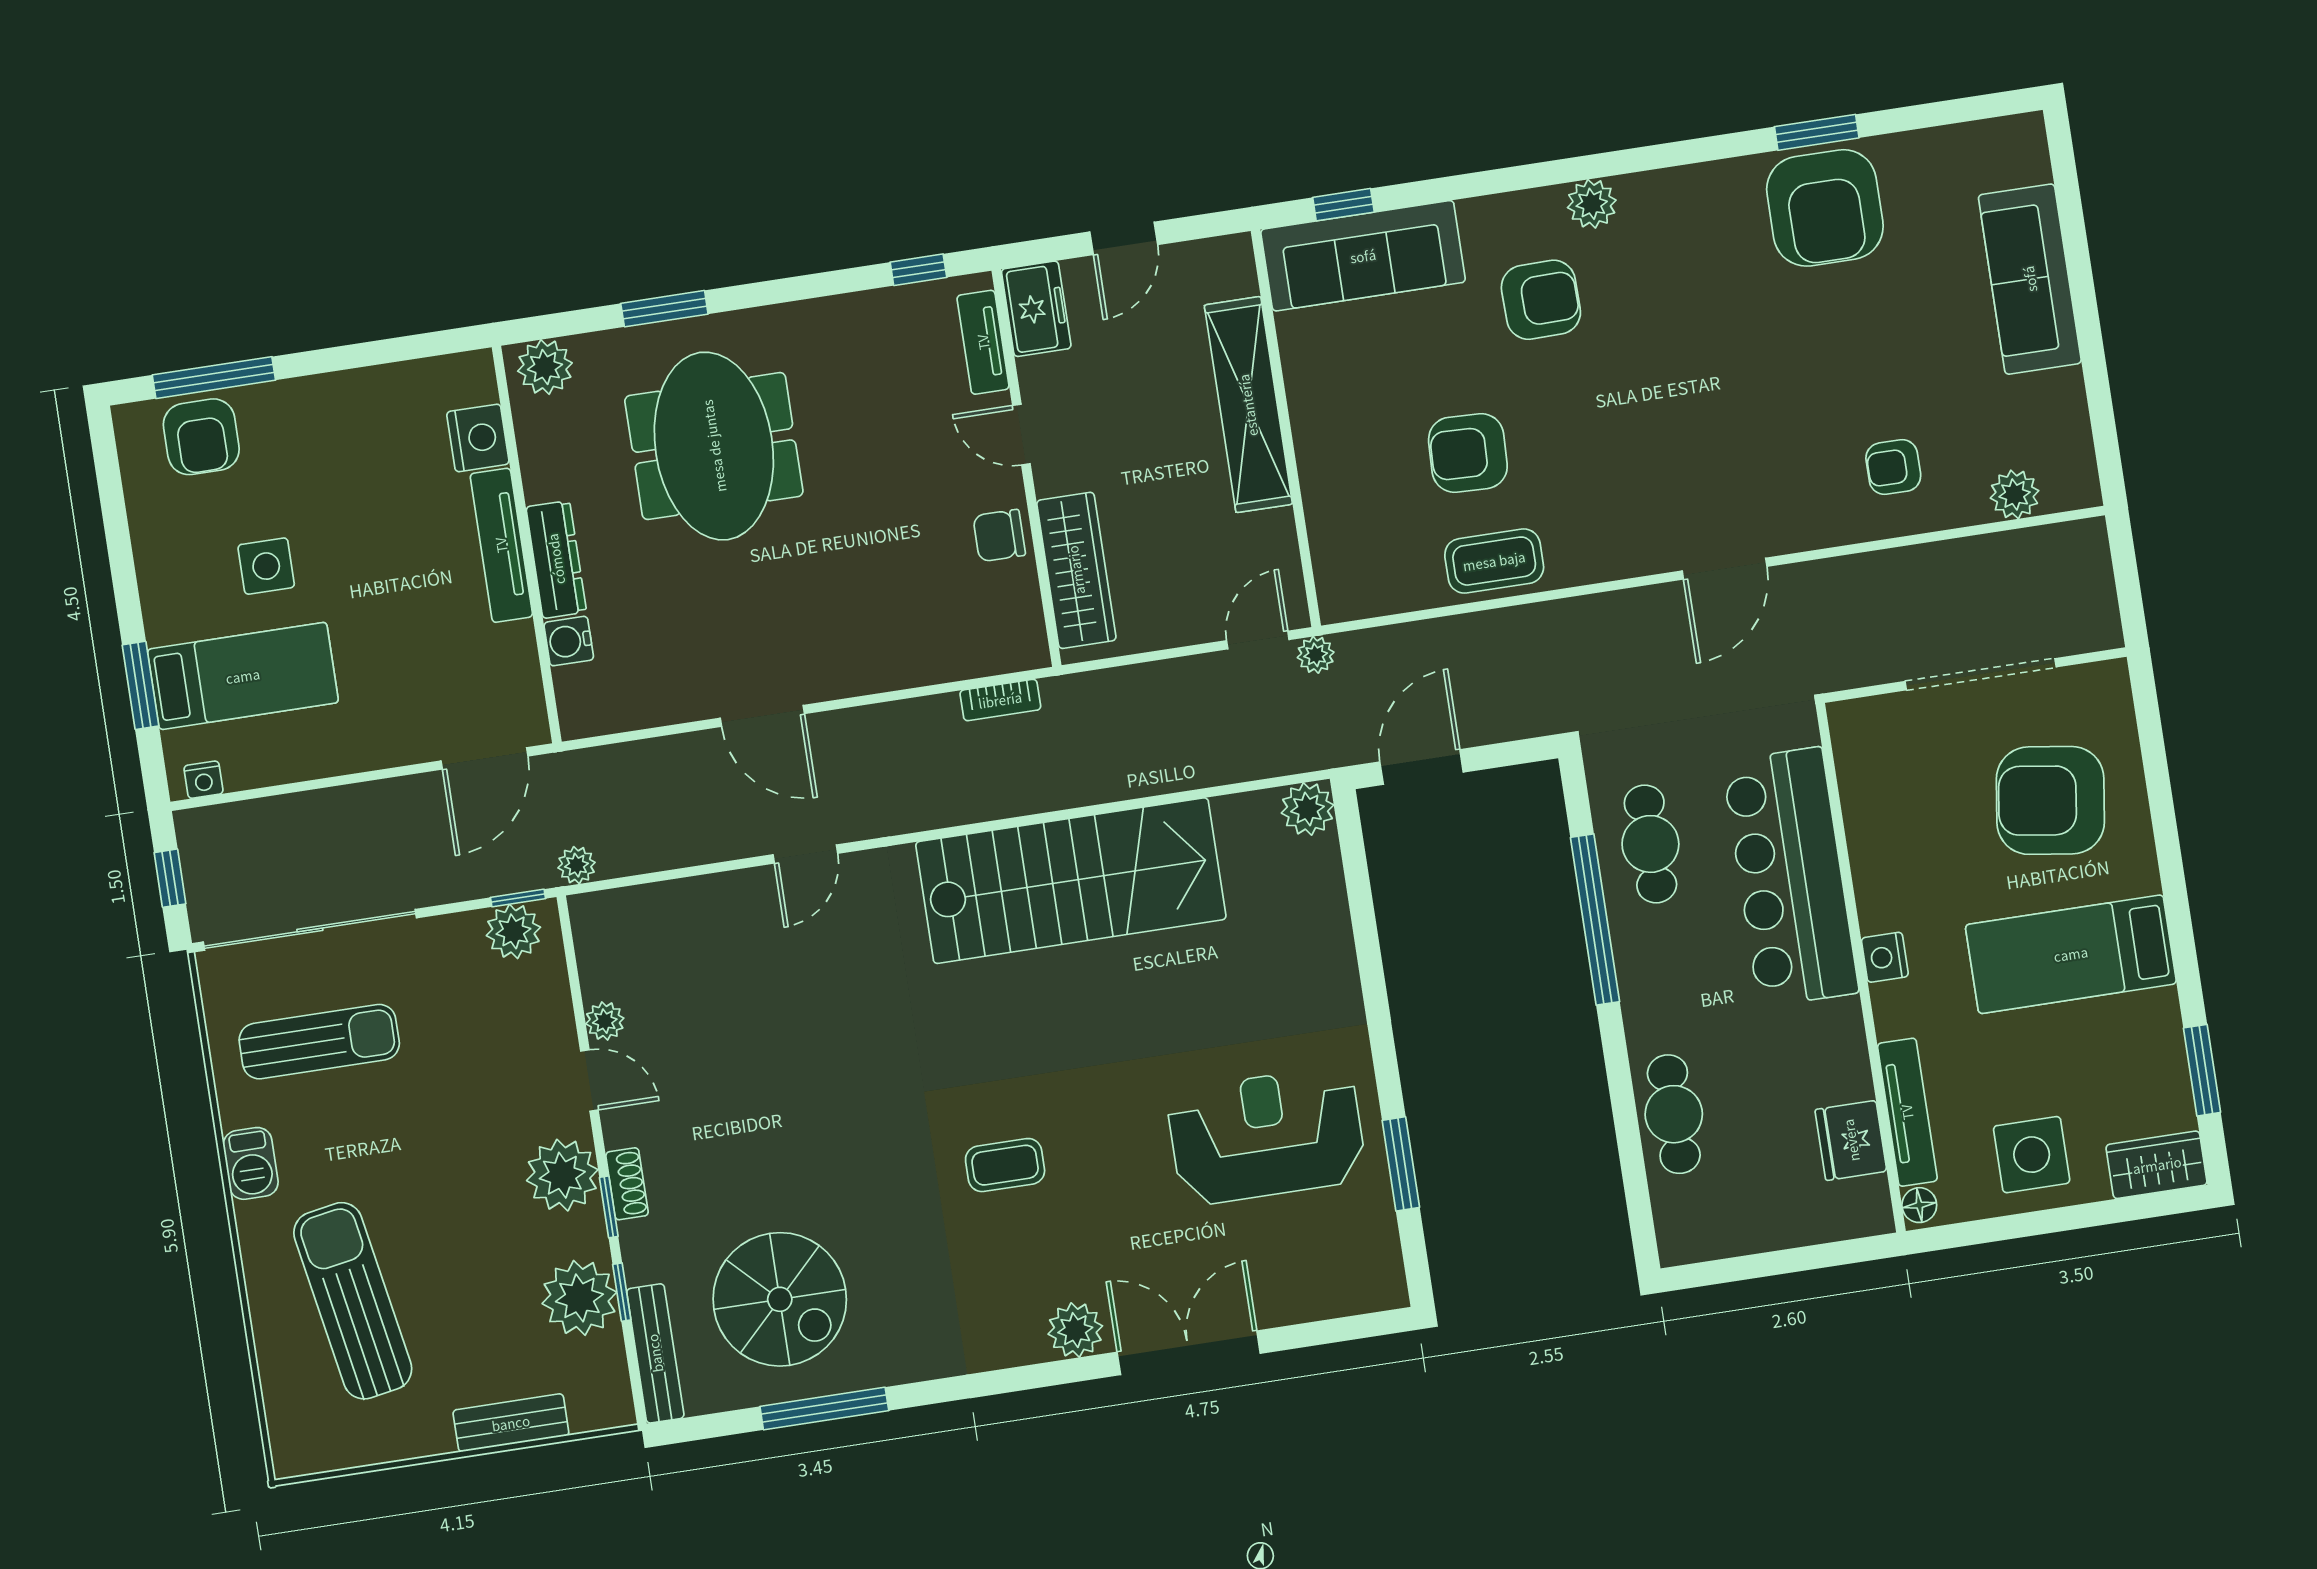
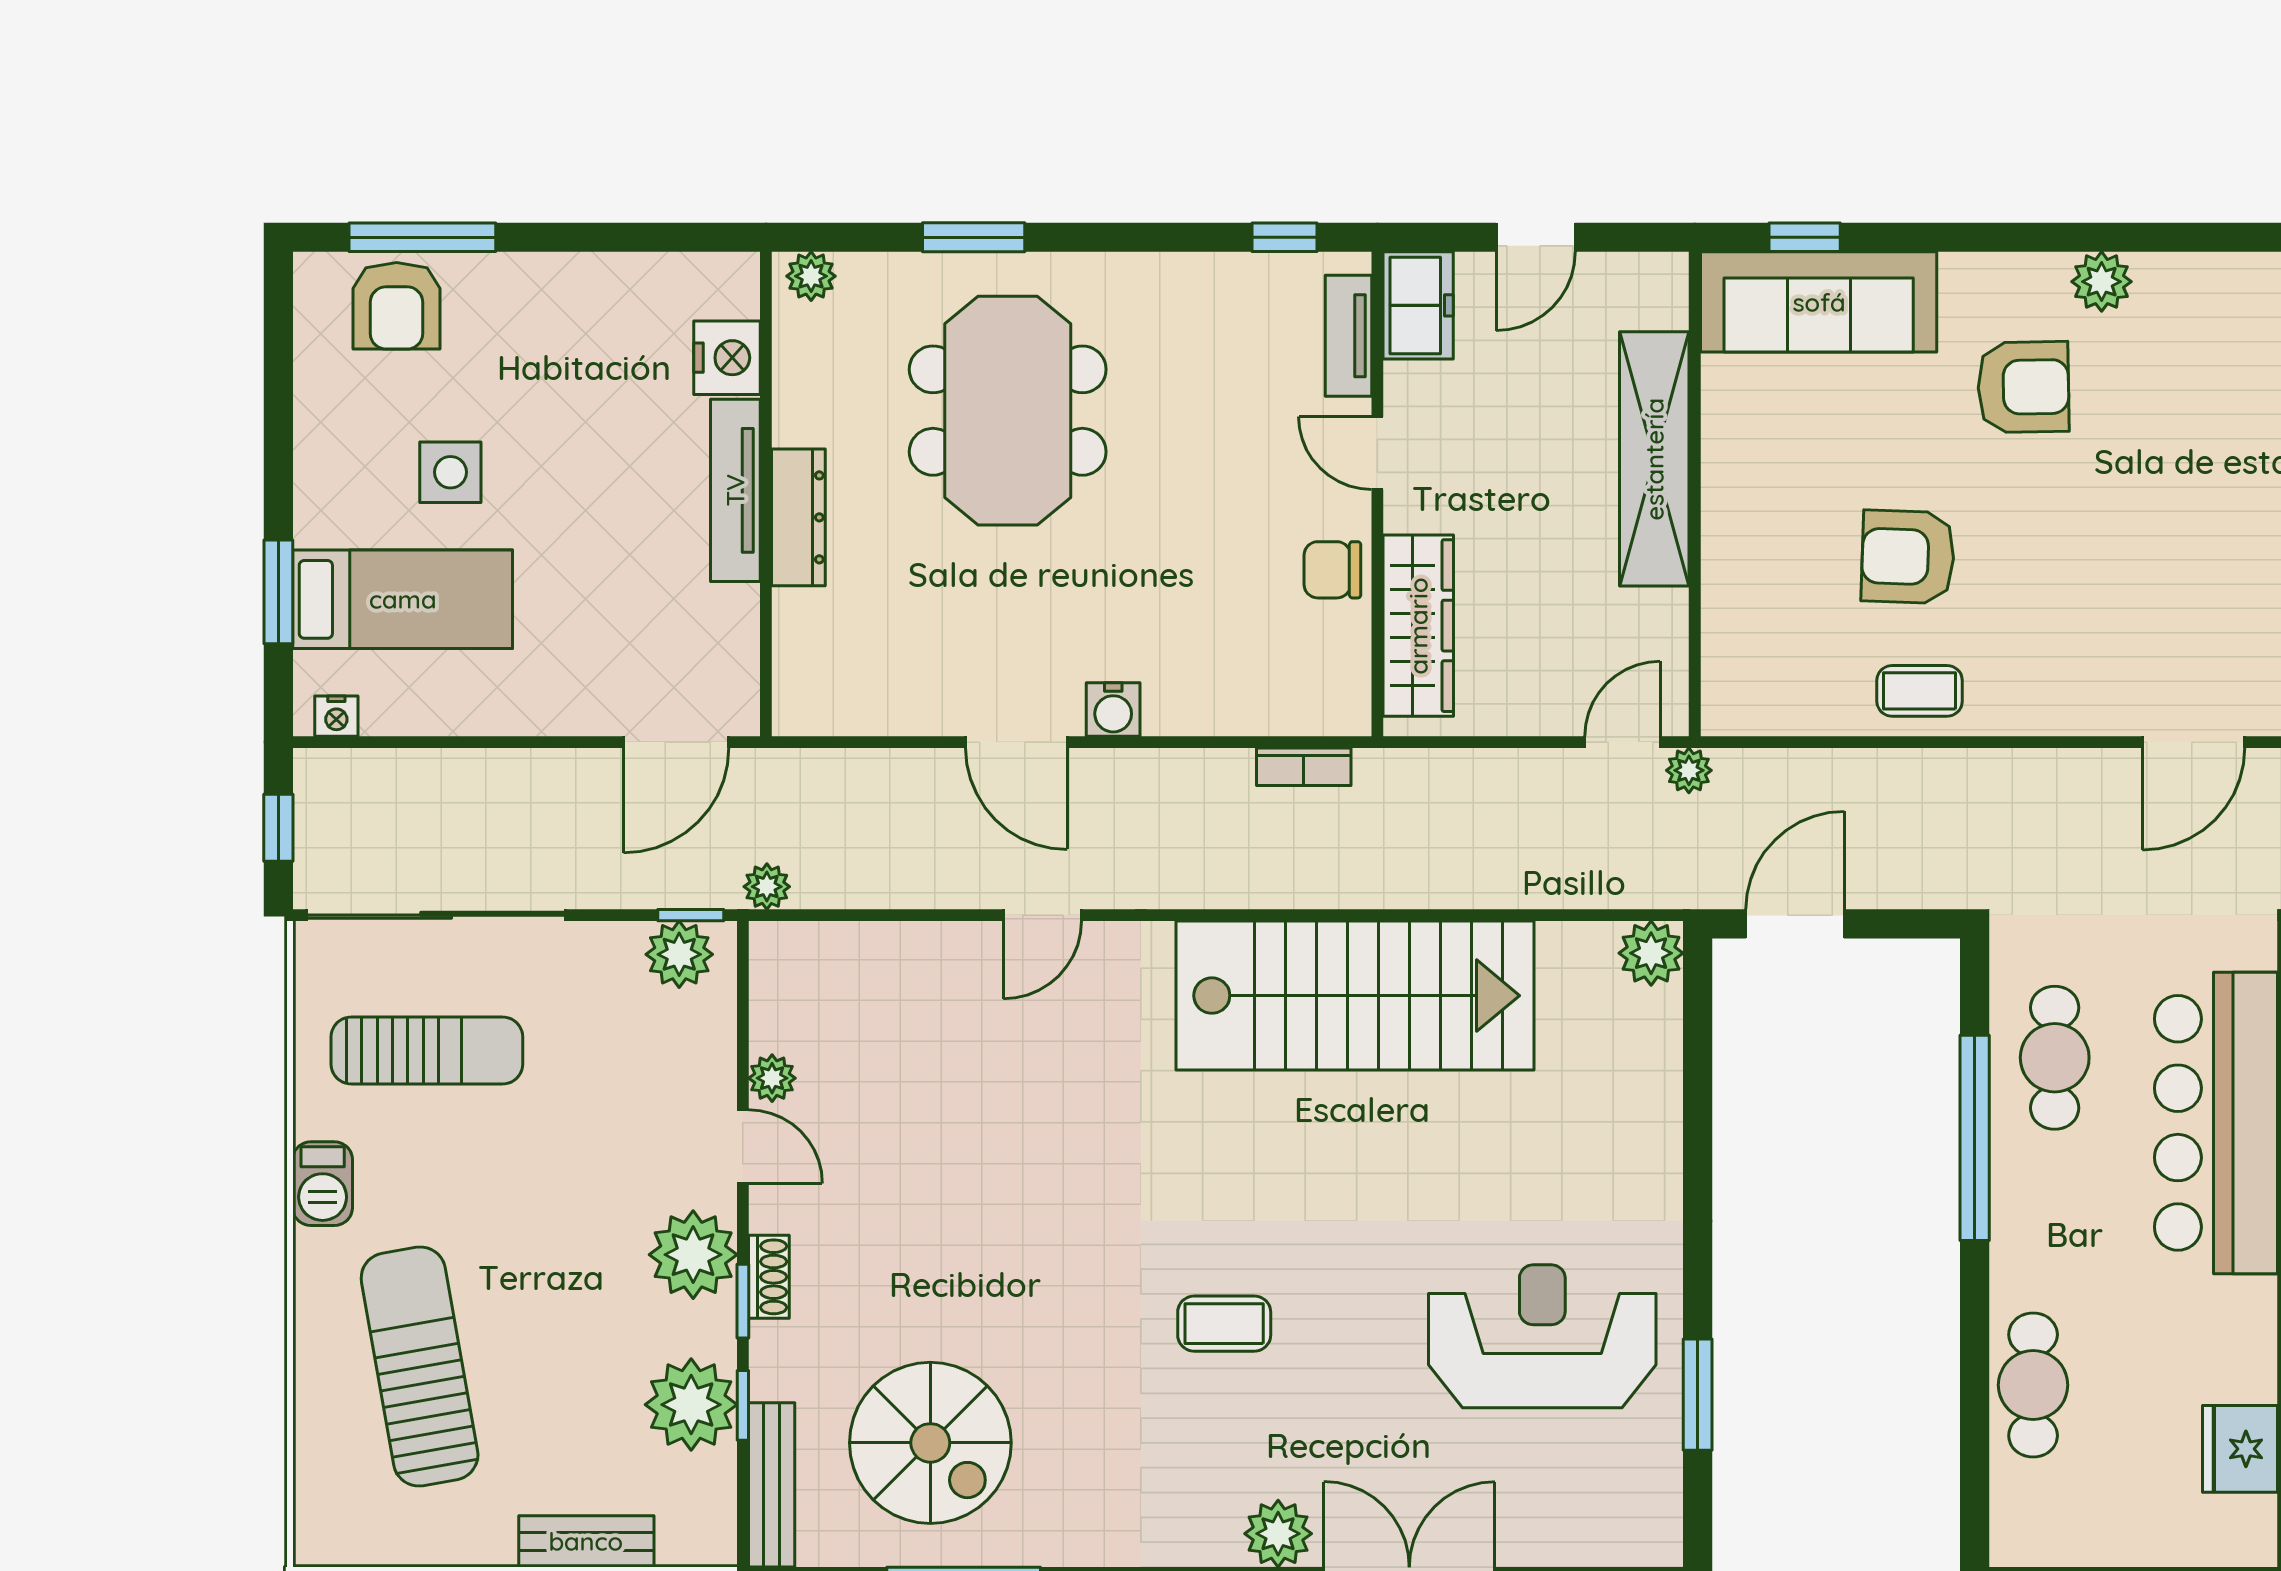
plant: (545, 367) -> (811, 276), width x0.73, depth x0.73
coffee table: (1494, 561) -> (1920, 691), width x0.73, depth x0.77
water cooler: (569, 641) -> (1113, 710), moved, turned -90

